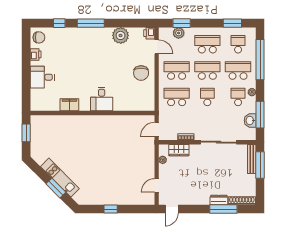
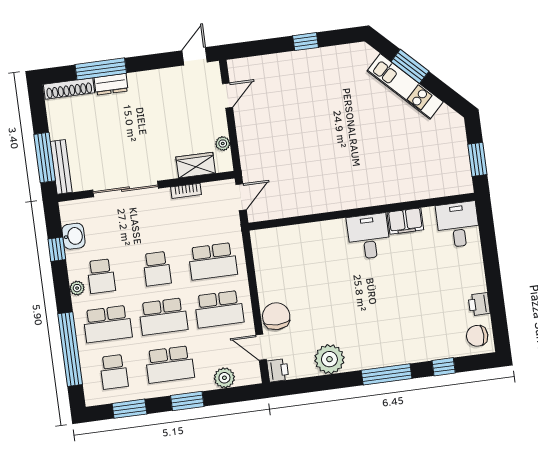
window: (182, 23) -> (187, 401), moved
chair: (141, 73) -> (276, 316), moved
desk: (42, 77) -> (458, 225), moved, turned -90
desk: (102, 99) -> (369, 236), moved
window: (260, 115) -> (57, 249), width x0.46

